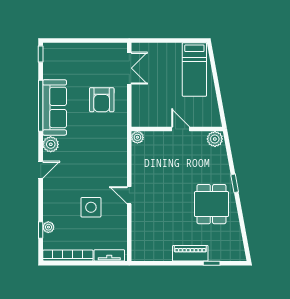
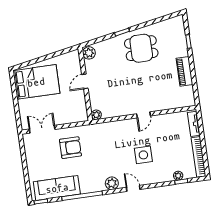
bed: (194, 69) -> (36, 82), width x1.50
sofa: (55, 107) -> (57, 188), moved
side table: (91, 207) -> (143, 155), moved
piano: (190, 253) -> (185, 71), moved

